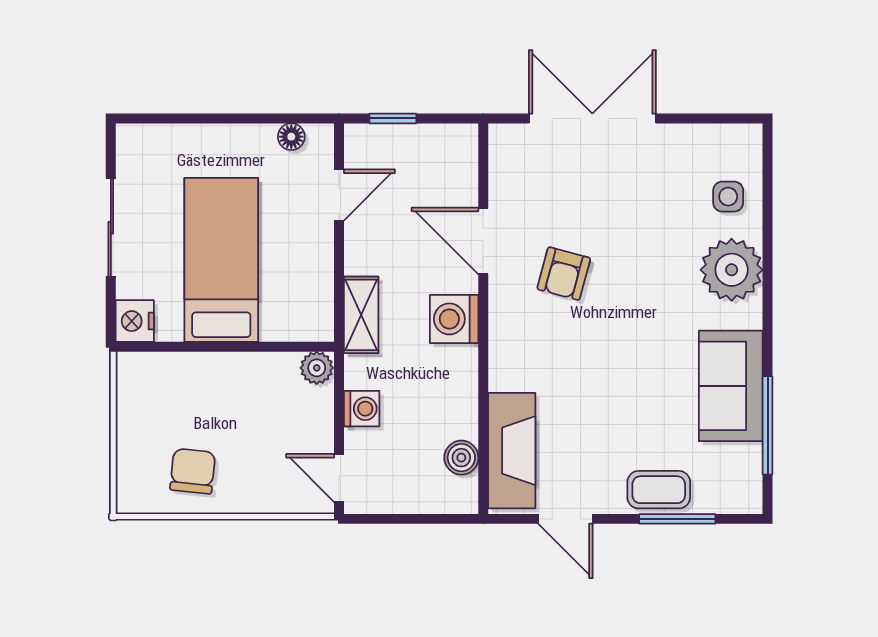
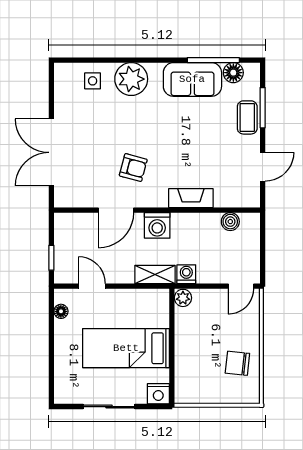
washing machine: (362, 409) -> (186, 274), moved
fireplace: (512, 451) -> (191, 198), moved, width x0.73, depth x0.76
floor lamp: (744, 463) -> (233, 73), added

